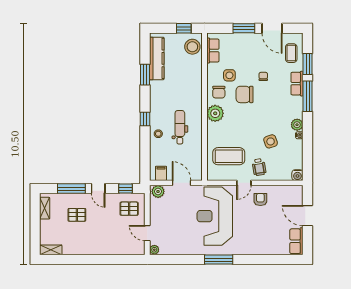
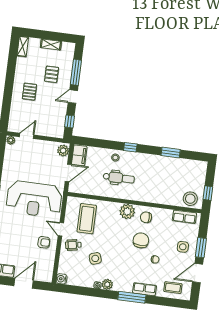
kitchen counter: (157, 58) -> (184, 165), removed
window: (308, 64) -> (161, 301), removed
side table: (229, 75) -> (183, 247), moved
filing cabinet: (161, 173) -> (79, 155), width x2.00
shelving: (45, 208) -> (51, 44), moved
pallet: (129, 209) -> (29, 92), moved
reception desk: (215, 216) -> (34, 199), turned 180

